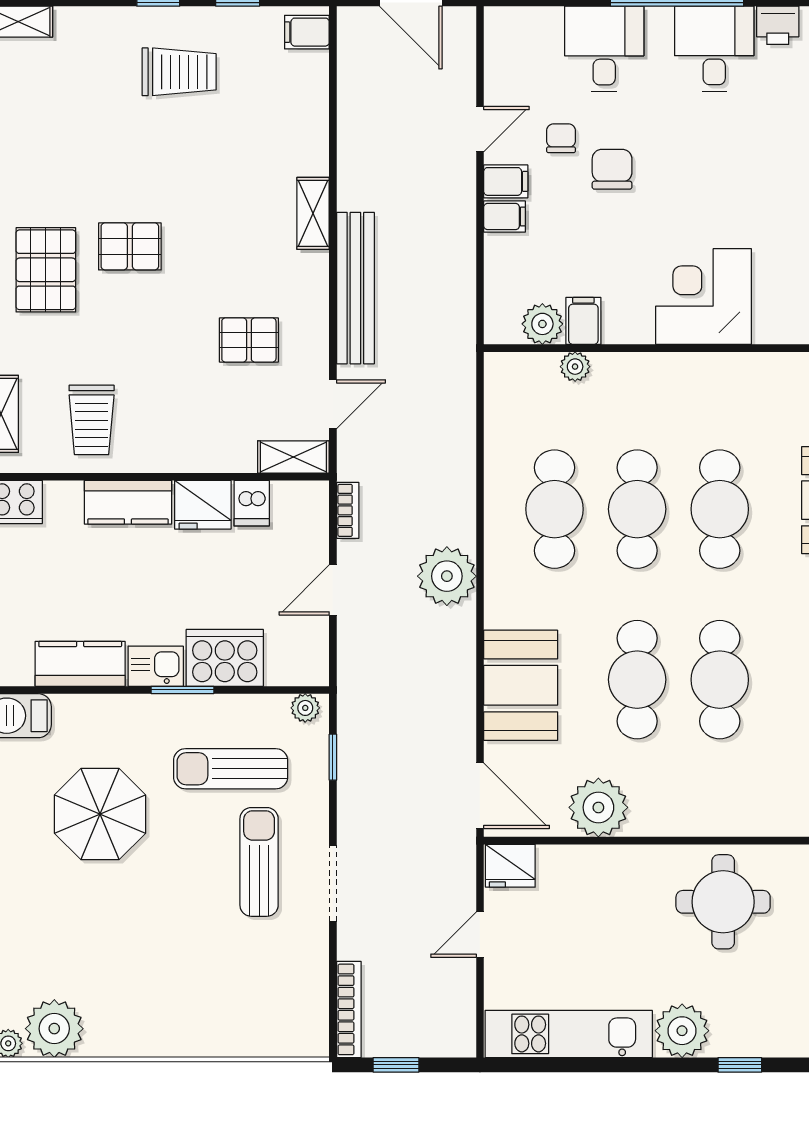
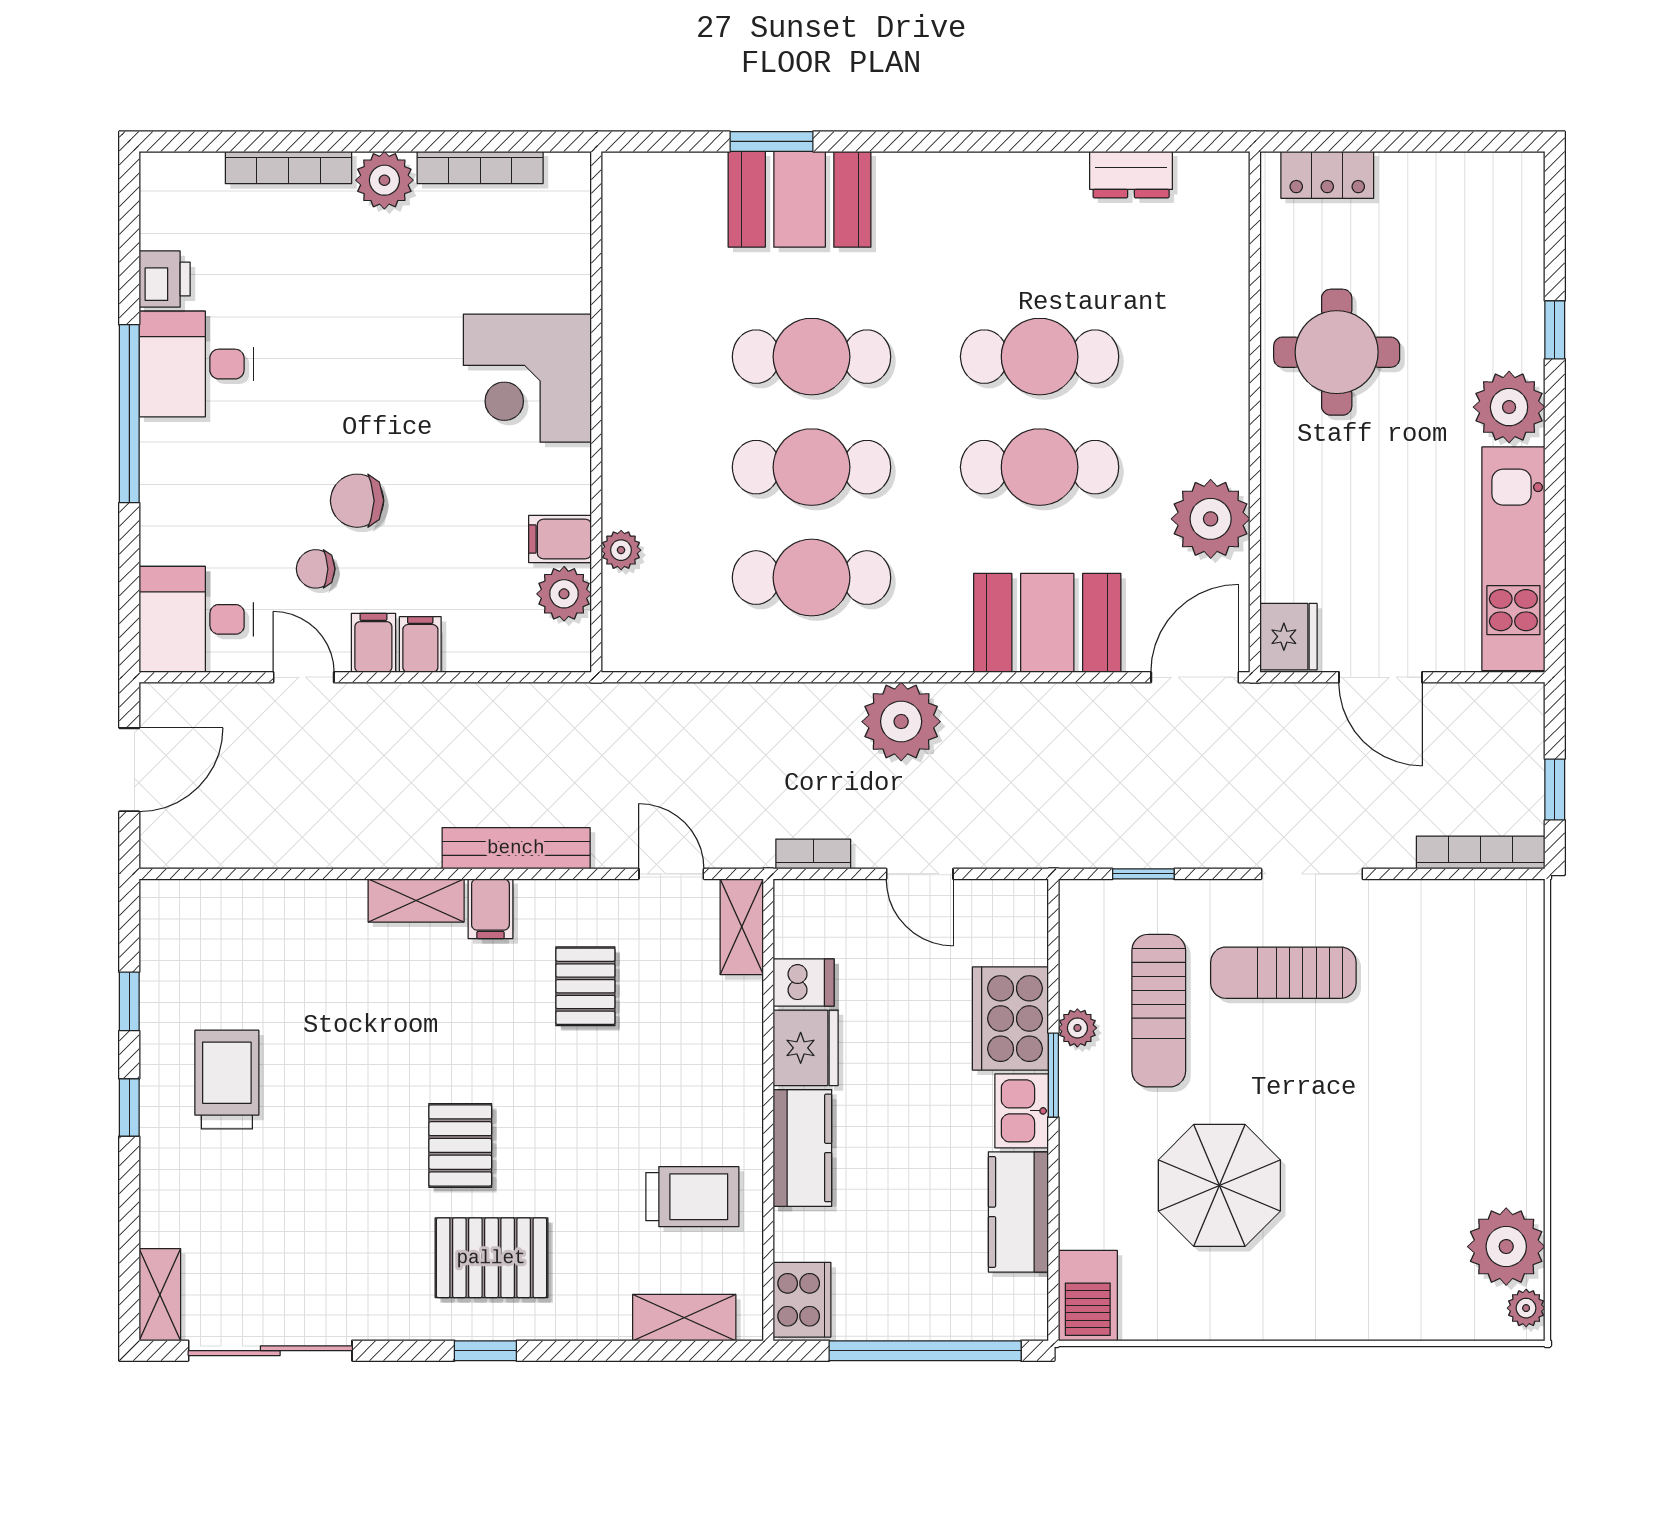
filing cabinet: (307, 32) -> (490, 909), moved
desk: (604, 49) -> (196, 619), moved
bench: (355, 288) -> (516, 848), width x0.73, depth x0.82
plant: (305, 708) -> (1077, 1028), moved
door: (480, 935) -> (1381, 677), width x1.38

